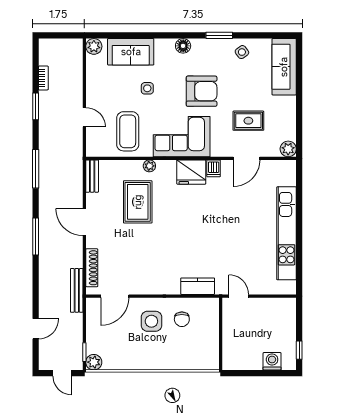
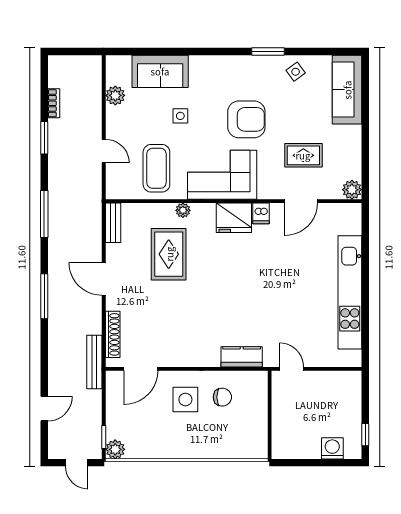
plant: (94, 46) -> (115, 95), moved
floor lamp: (183, 46) -> (224, 64), removed
chair: (182, 319) -> (222, 397), turned -90

